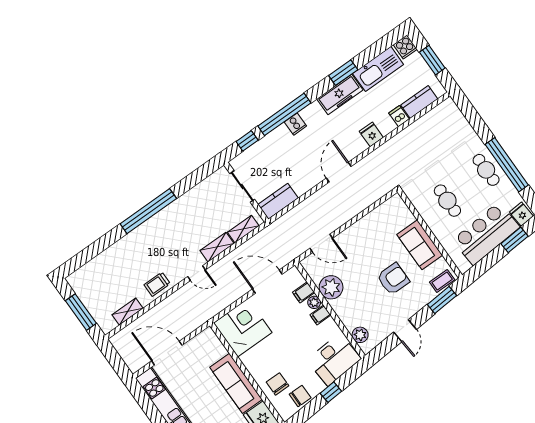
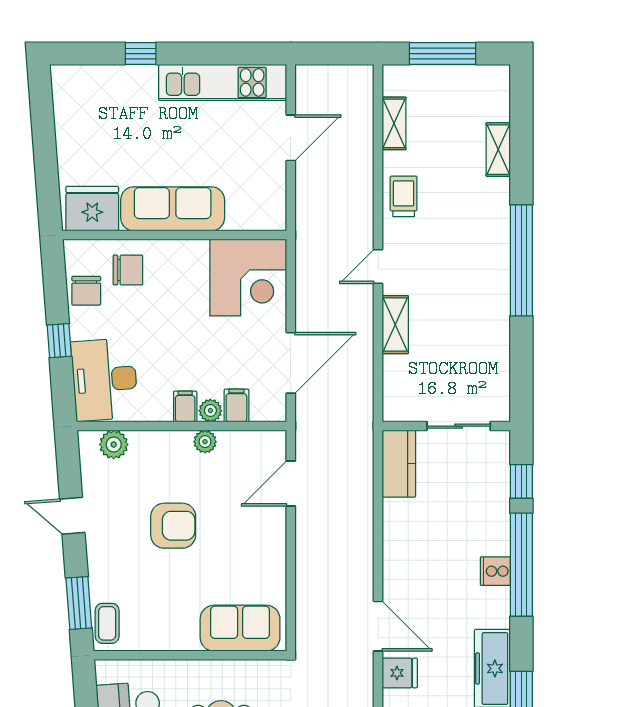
door: (339, 172) -> (378, 626), moved
shelving: (243, 229) -> (498, 150), moved
sofa: (420, 245) -> (240, 628), moved
armchair: (393, 279) -> (173, 526), moved, turned -90
plant: (331, 287) -> (205, 442), width x0.53, depth x0.53
door: (167, 353) -> (291, 138), width x0.73

